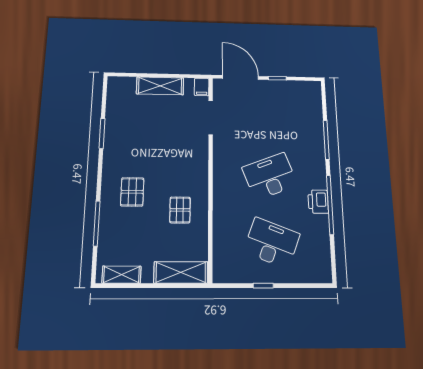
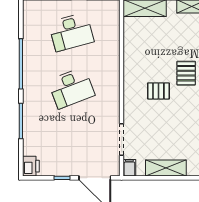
printer: (318, 202) -> (31, 166), moved
pallet: (180, 210) -> (158, 91), moved, turned 90
desk: (272, 243) -> (71, 32), turned -36

